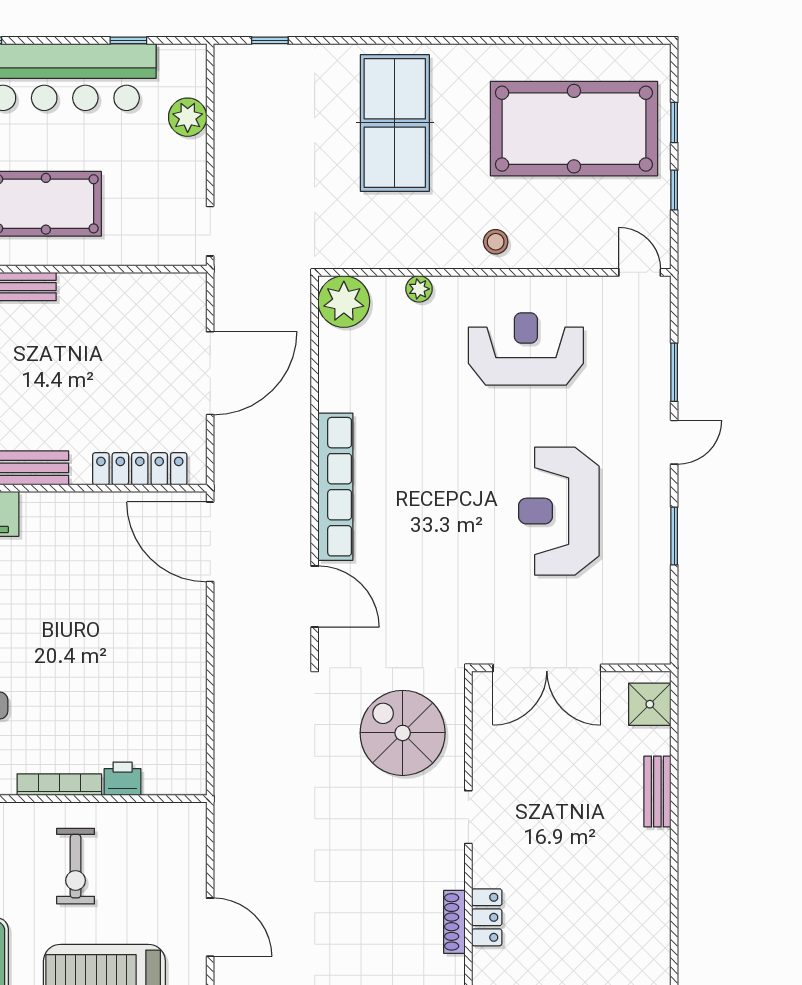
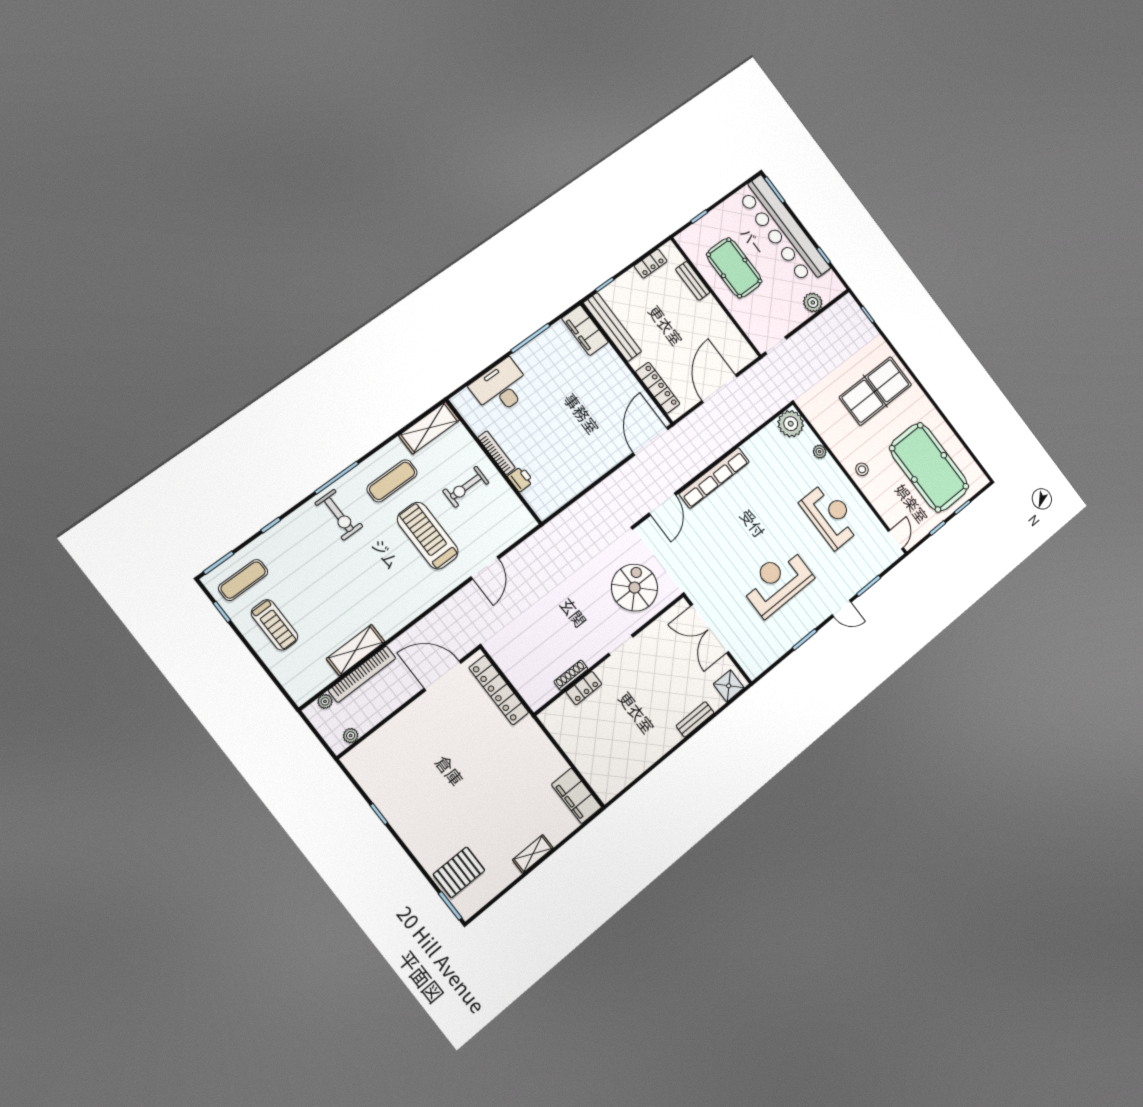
door: (210, 373) -> (719, 389), swing flipped

